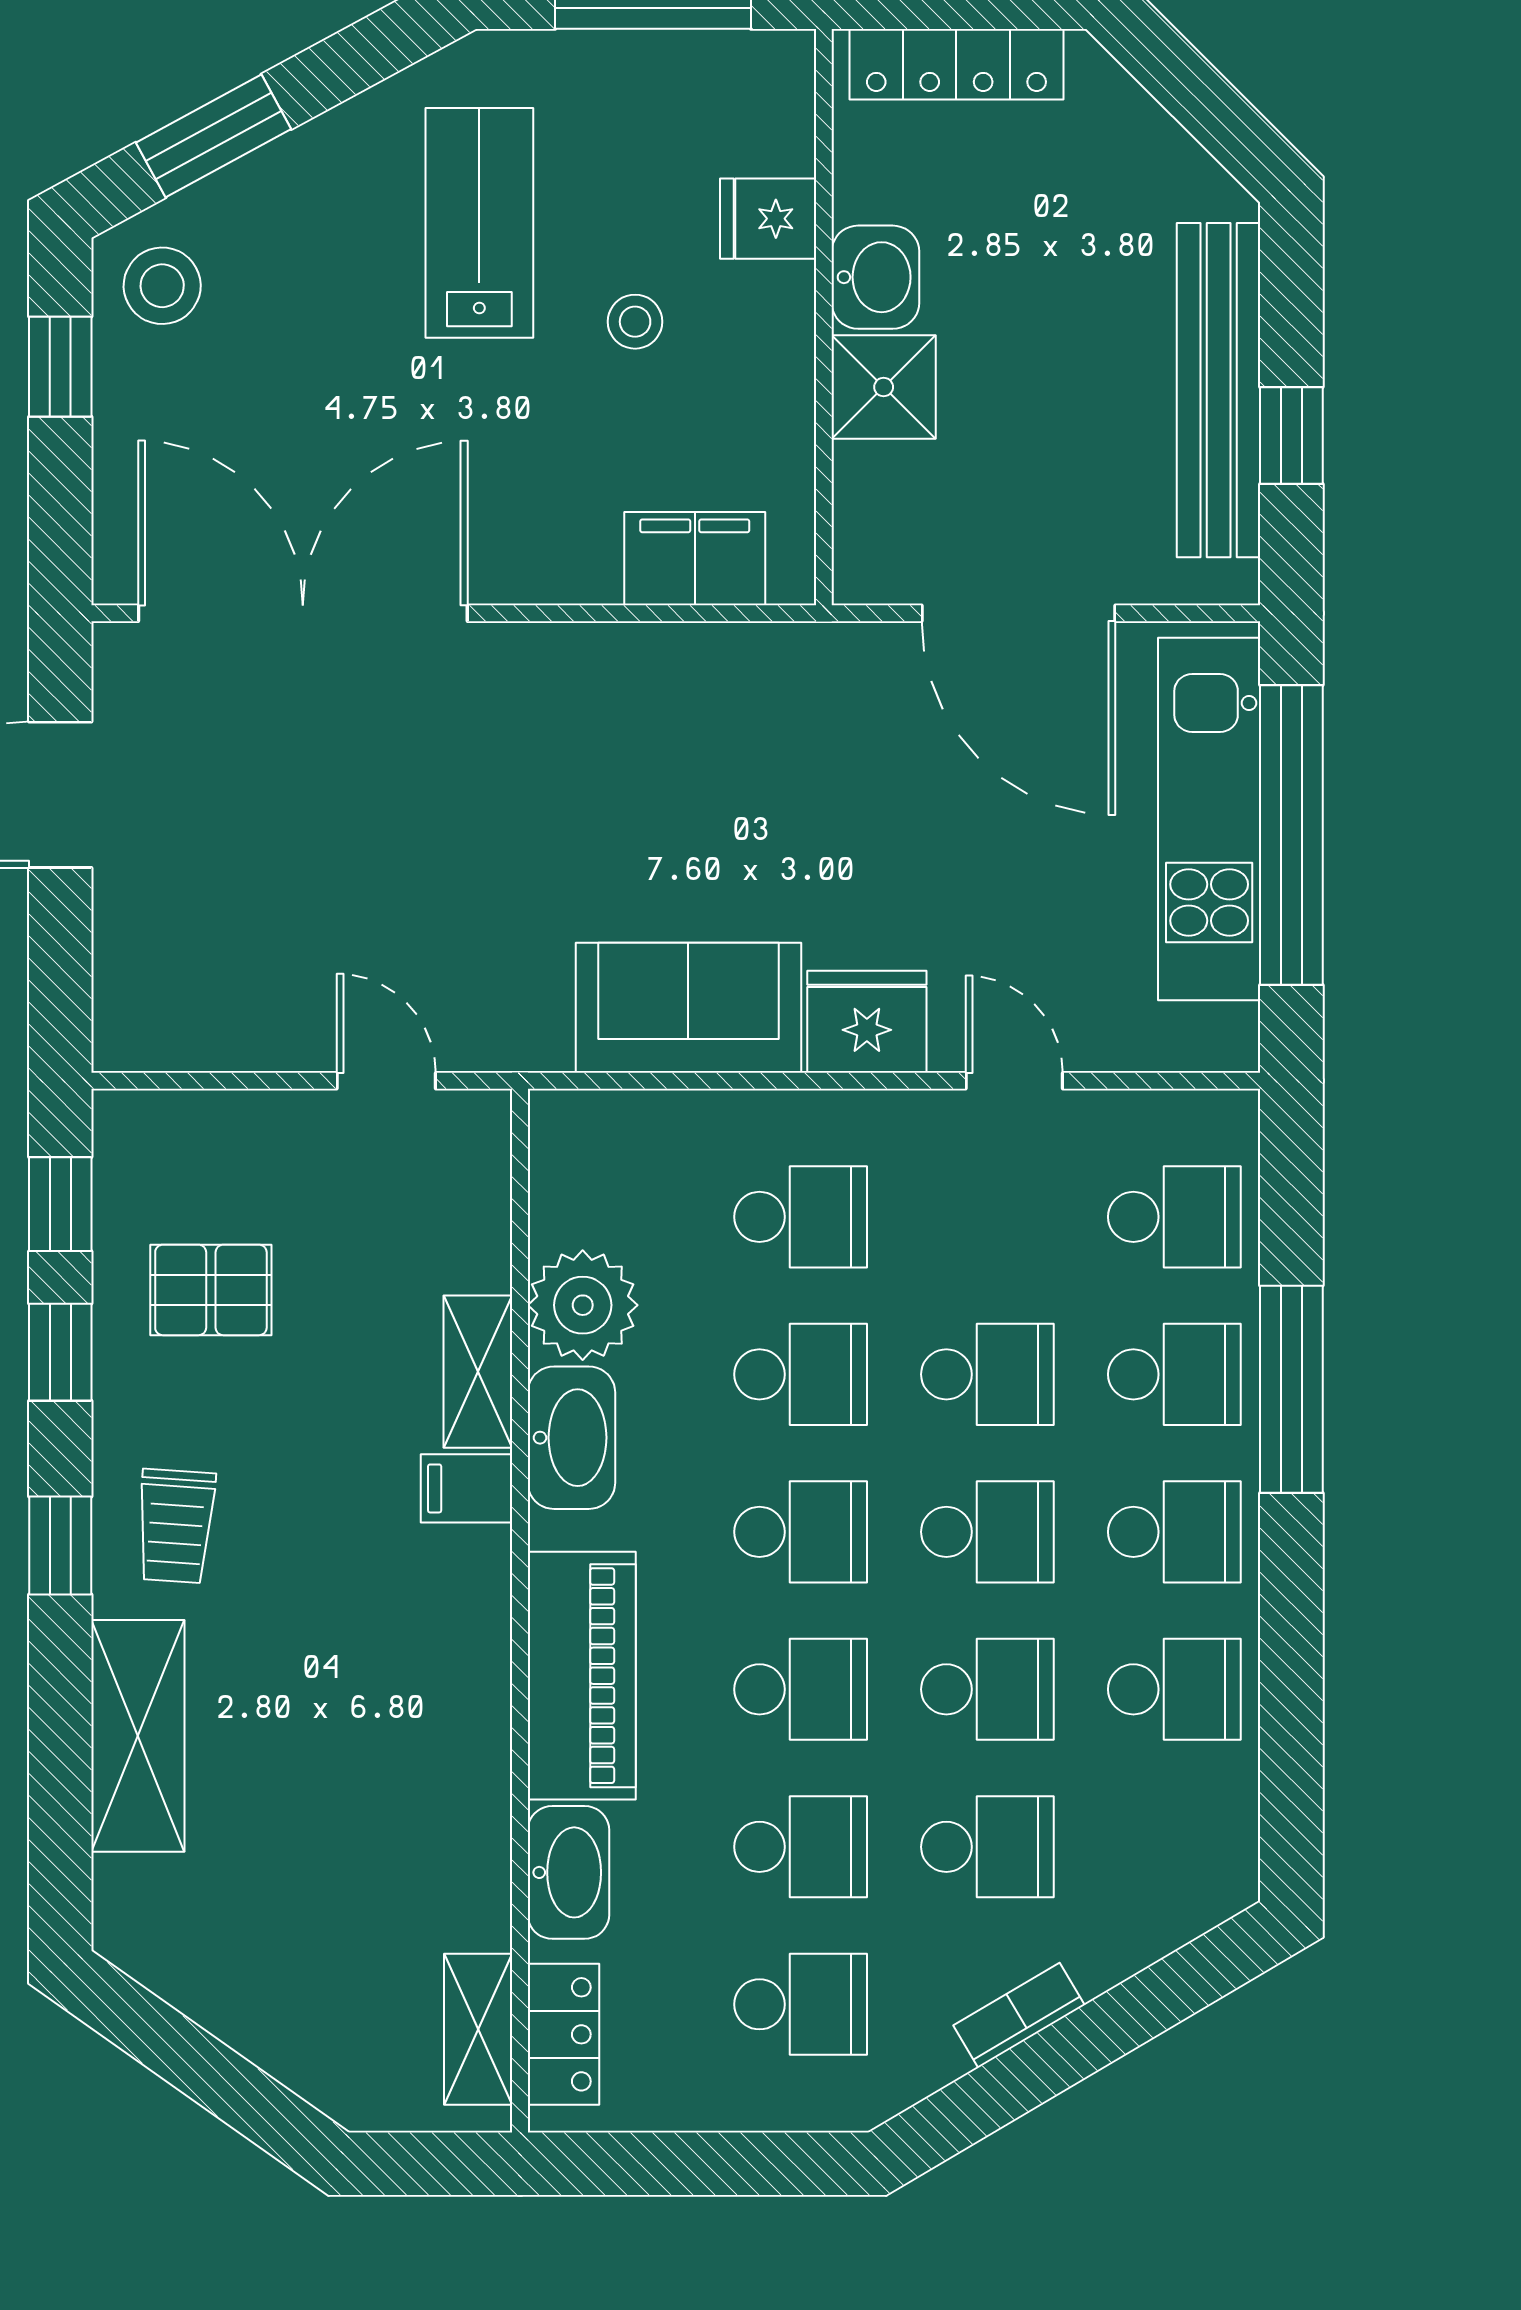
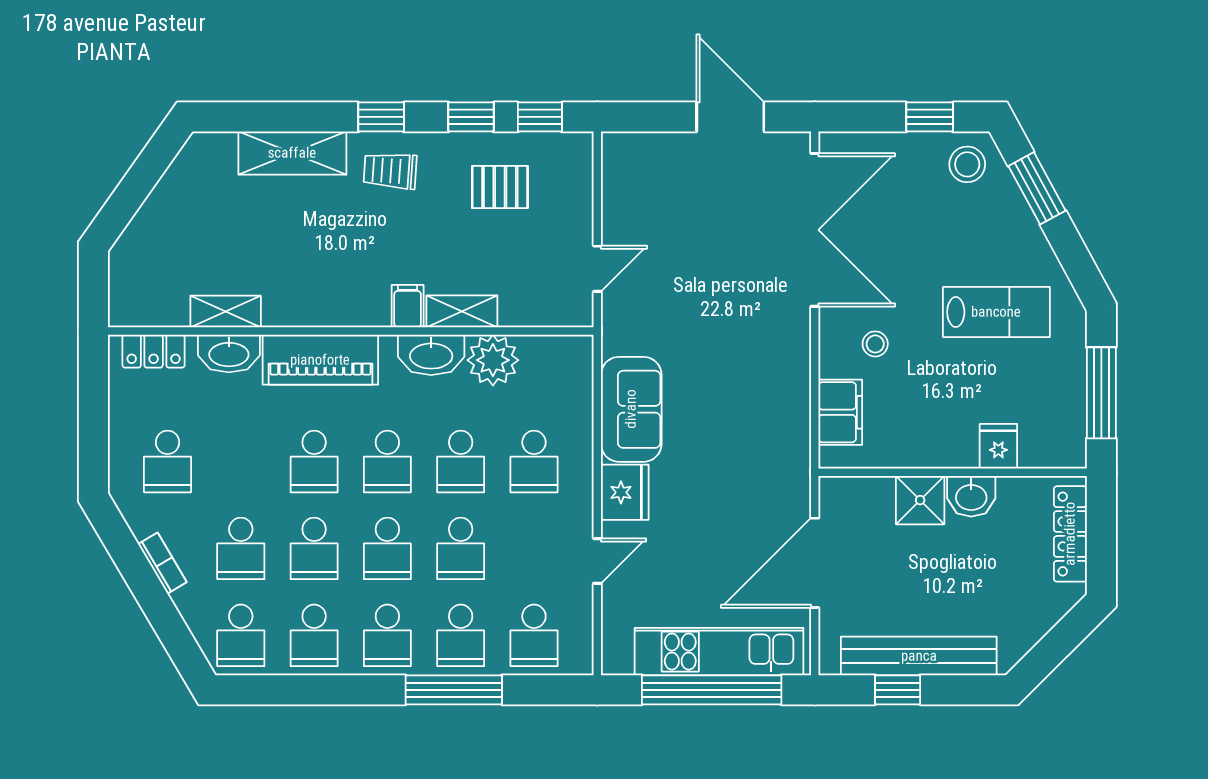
stool: (635, 322) -> (875, 344), moved
pallet: (211, 1290) -> (500, 187), turned 90
school desk: (801, 1847) -> (241, 635), moved
shelving: (478, 2029) -> (226, 311), moved

